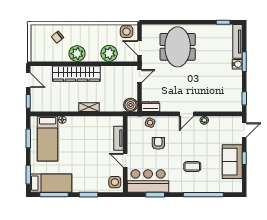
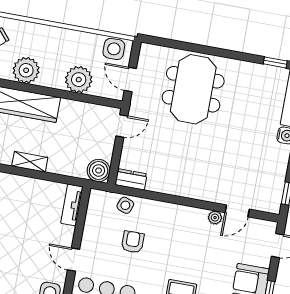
door: (186, 114) -> (237, 211), moved
tv unit: (119, 138) -> (72, 205), moved

